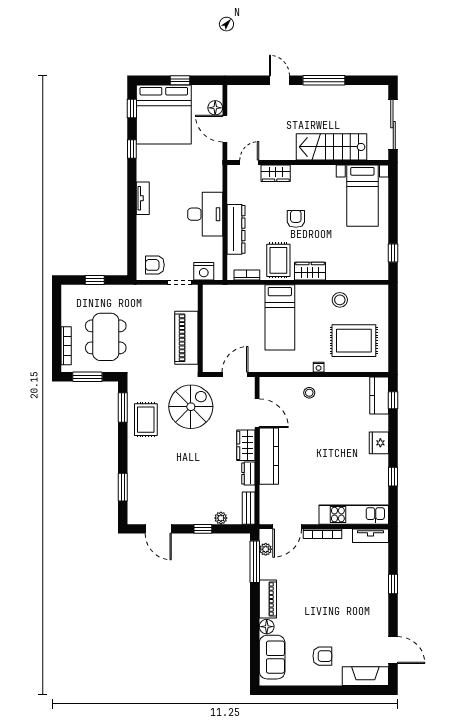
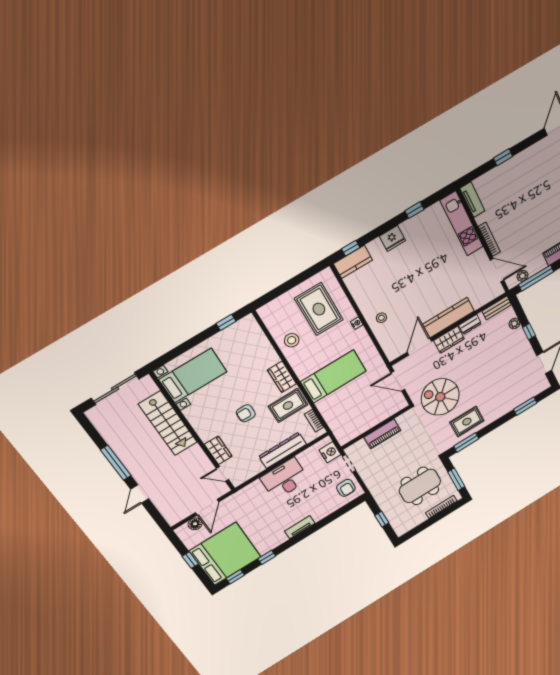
piano: (186, 338) -> (382, 434), width x0.73, depth x0.75

